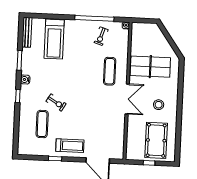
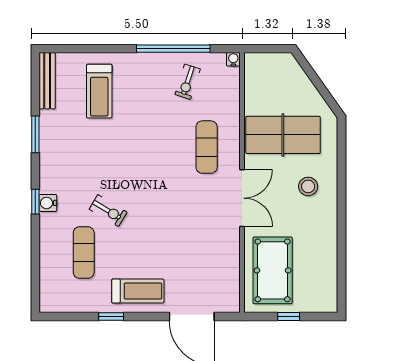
treadmill: (54, 39) -> (99, 91), width x0.73, depth x0.73
water cooler: (25, 80) -> (48, 203), moved
stool: (159, 105) -> (308, 186), moved
pool table: (156, 140) -> (273, 270), moved

